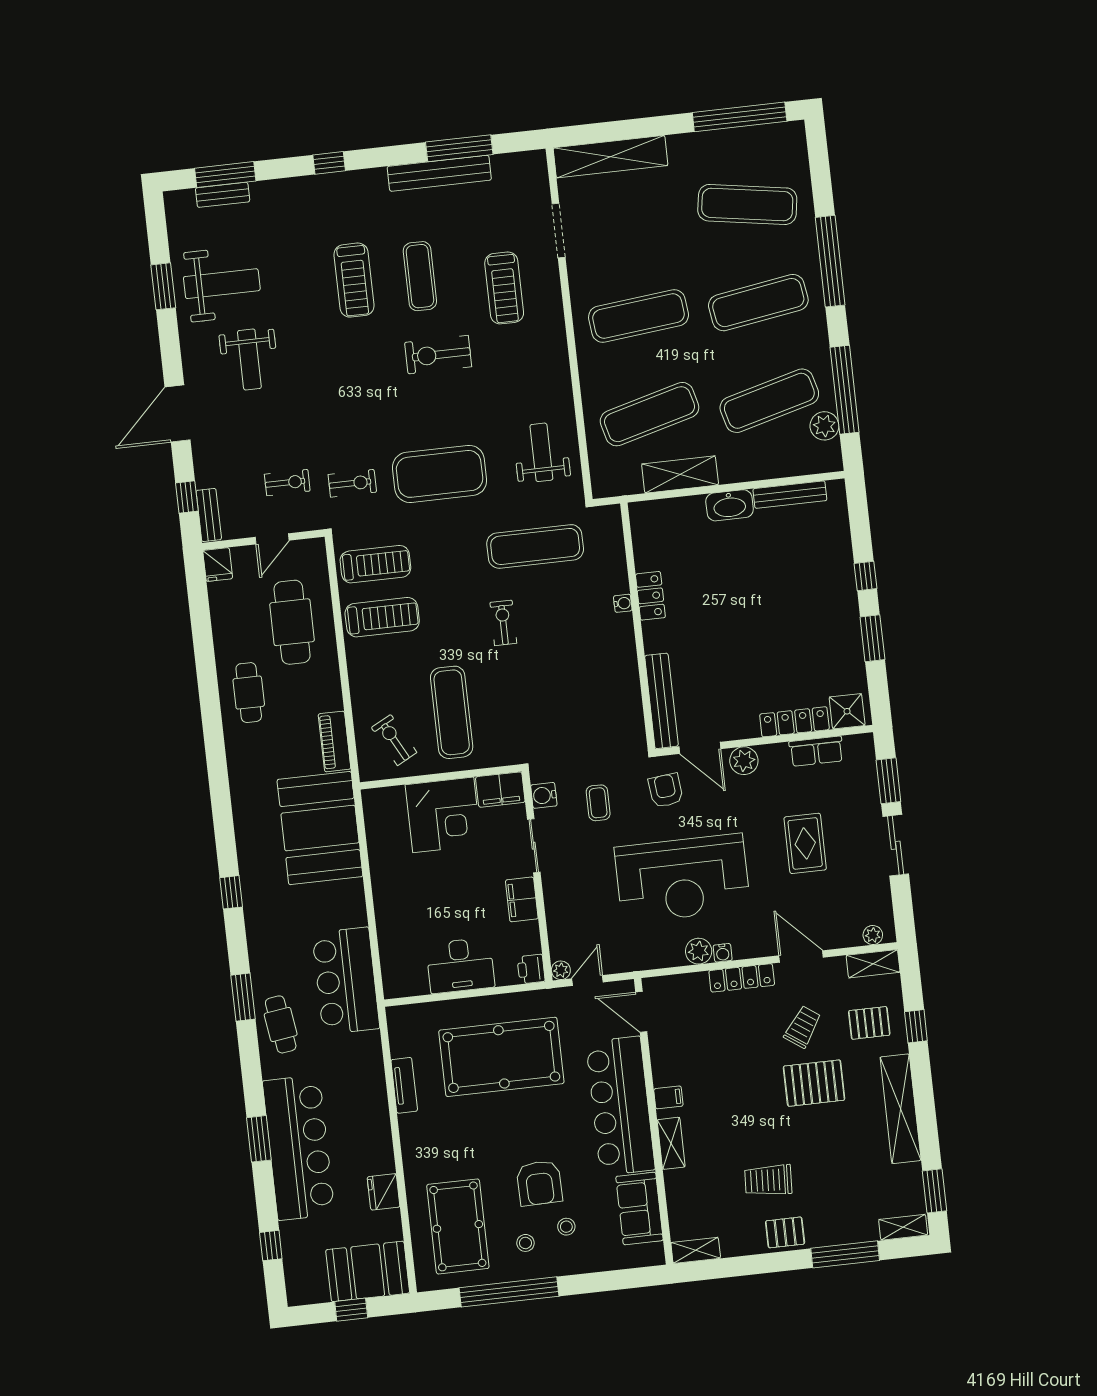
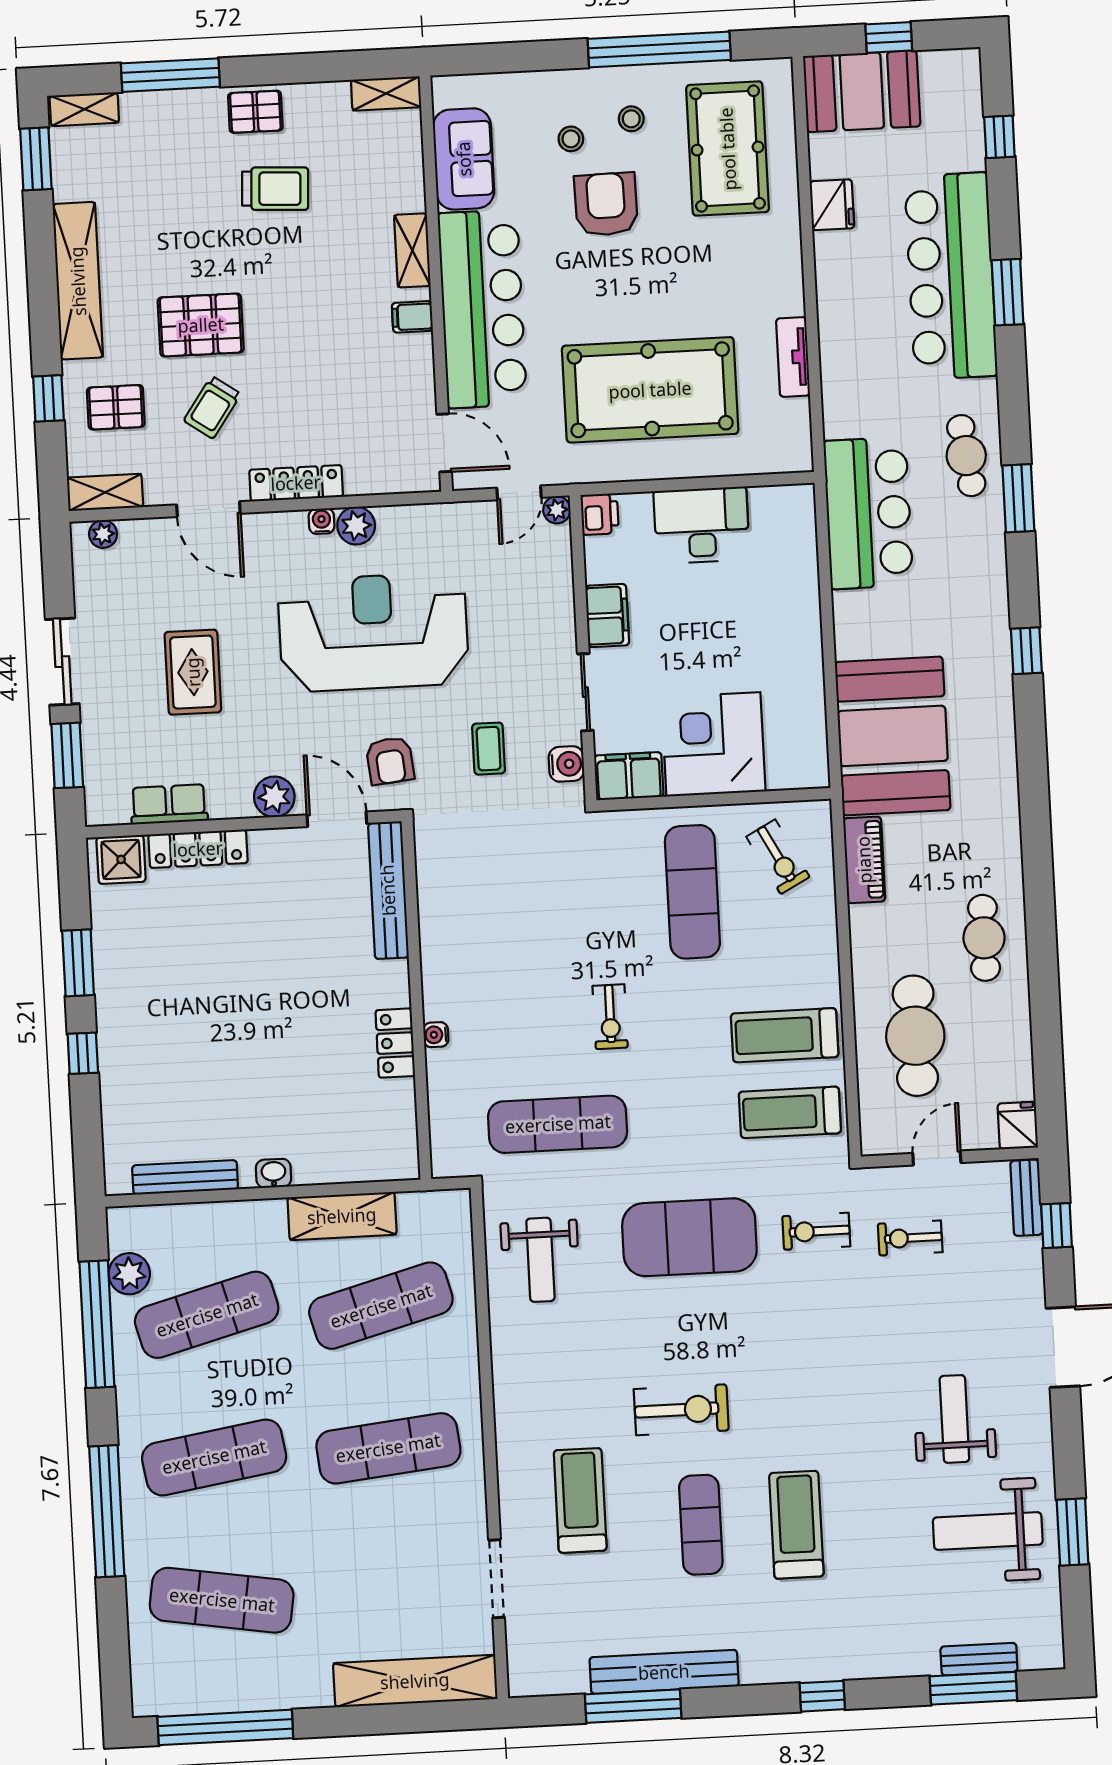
washbasin: (730, 505) -> (274, 1173), width x0.52, depth x0.69

